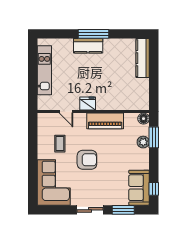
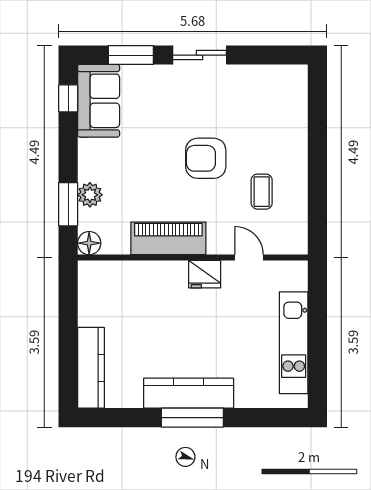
kitchen counter: (88, 46) -> (189, 393), width x1.50
corner sofa: (54, 182) -> (274, 112), removed

